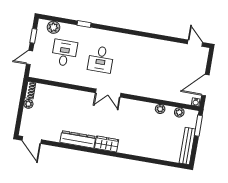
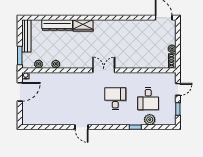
plant: (53, 27) -> (150, 120), moved
door: (195, 43) -> (81, 127), moved
dresser: (78, 139) -> (57, 25), moved
wardrobe: (107, 144) -> (83, 25), moved

